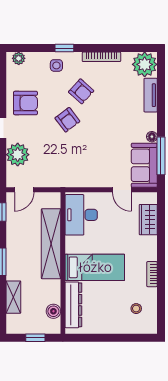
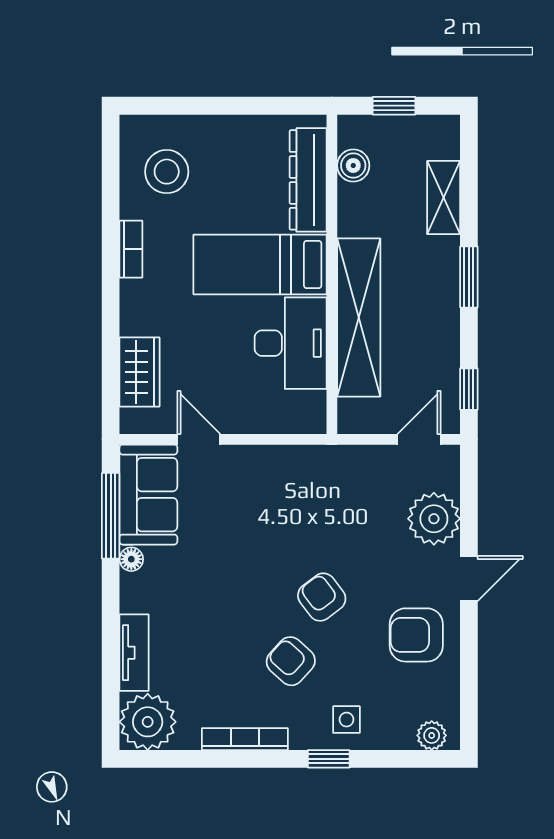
desk: (81, 215) -> (291, 343), moved
stool: (136, 309) -> (167, 172), width x1.89, depth x1.89

